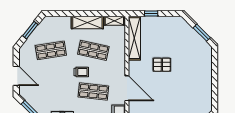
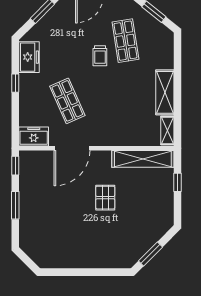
shop shelf: (93, 50) -> (125, 101), removed
trolley: (81, 72) -> (100, 56), moved
shop shelf: (93, 92) -> (67, 101), turned -30

